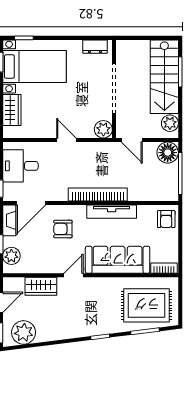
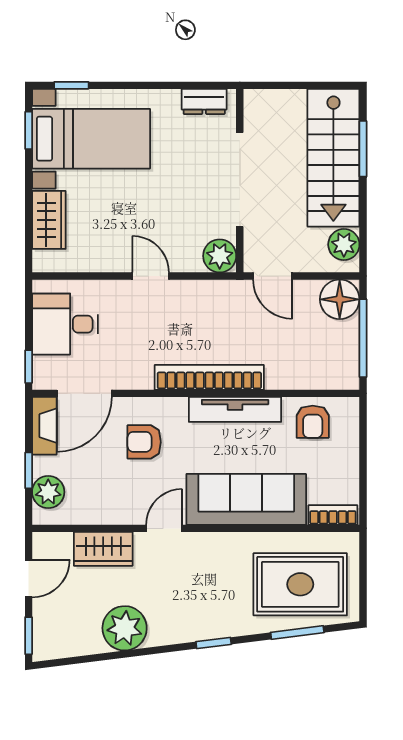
armchair: (166, 219) -> (313, 422), moved
plant: (24, 332) -> (125, 628), moved

